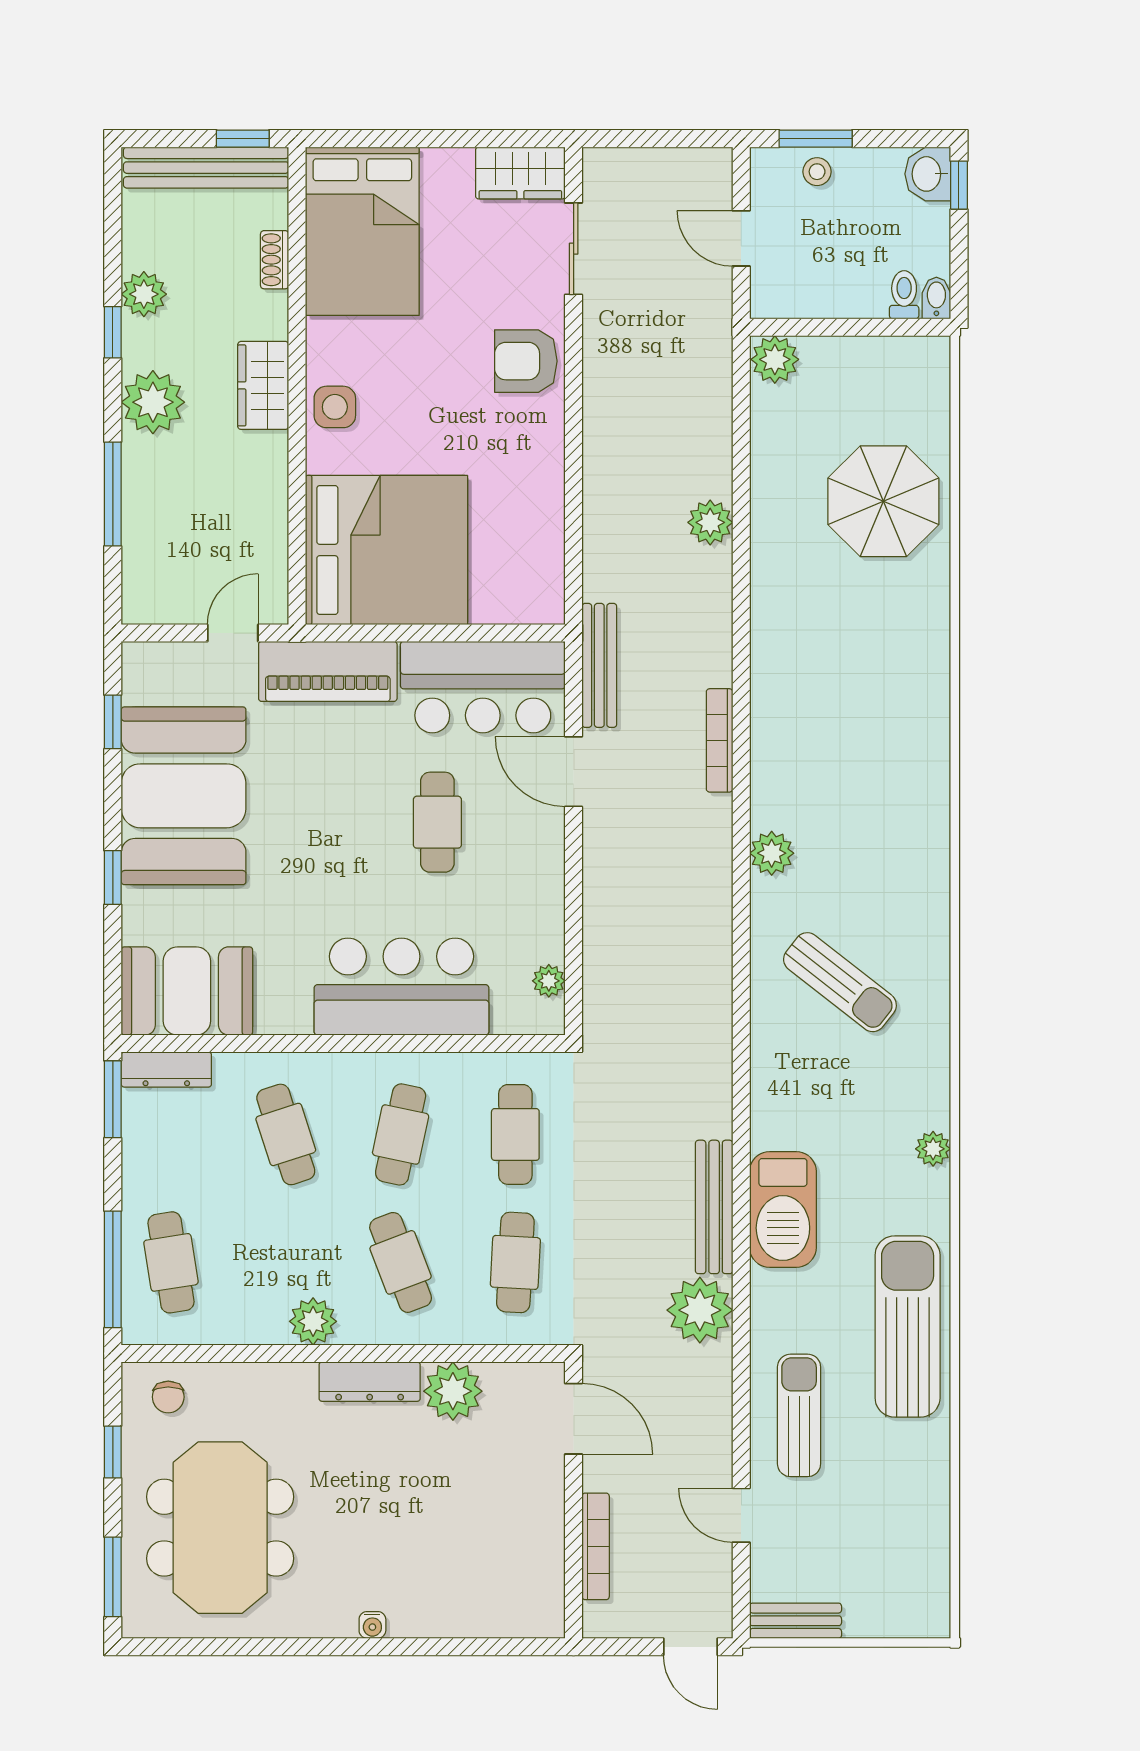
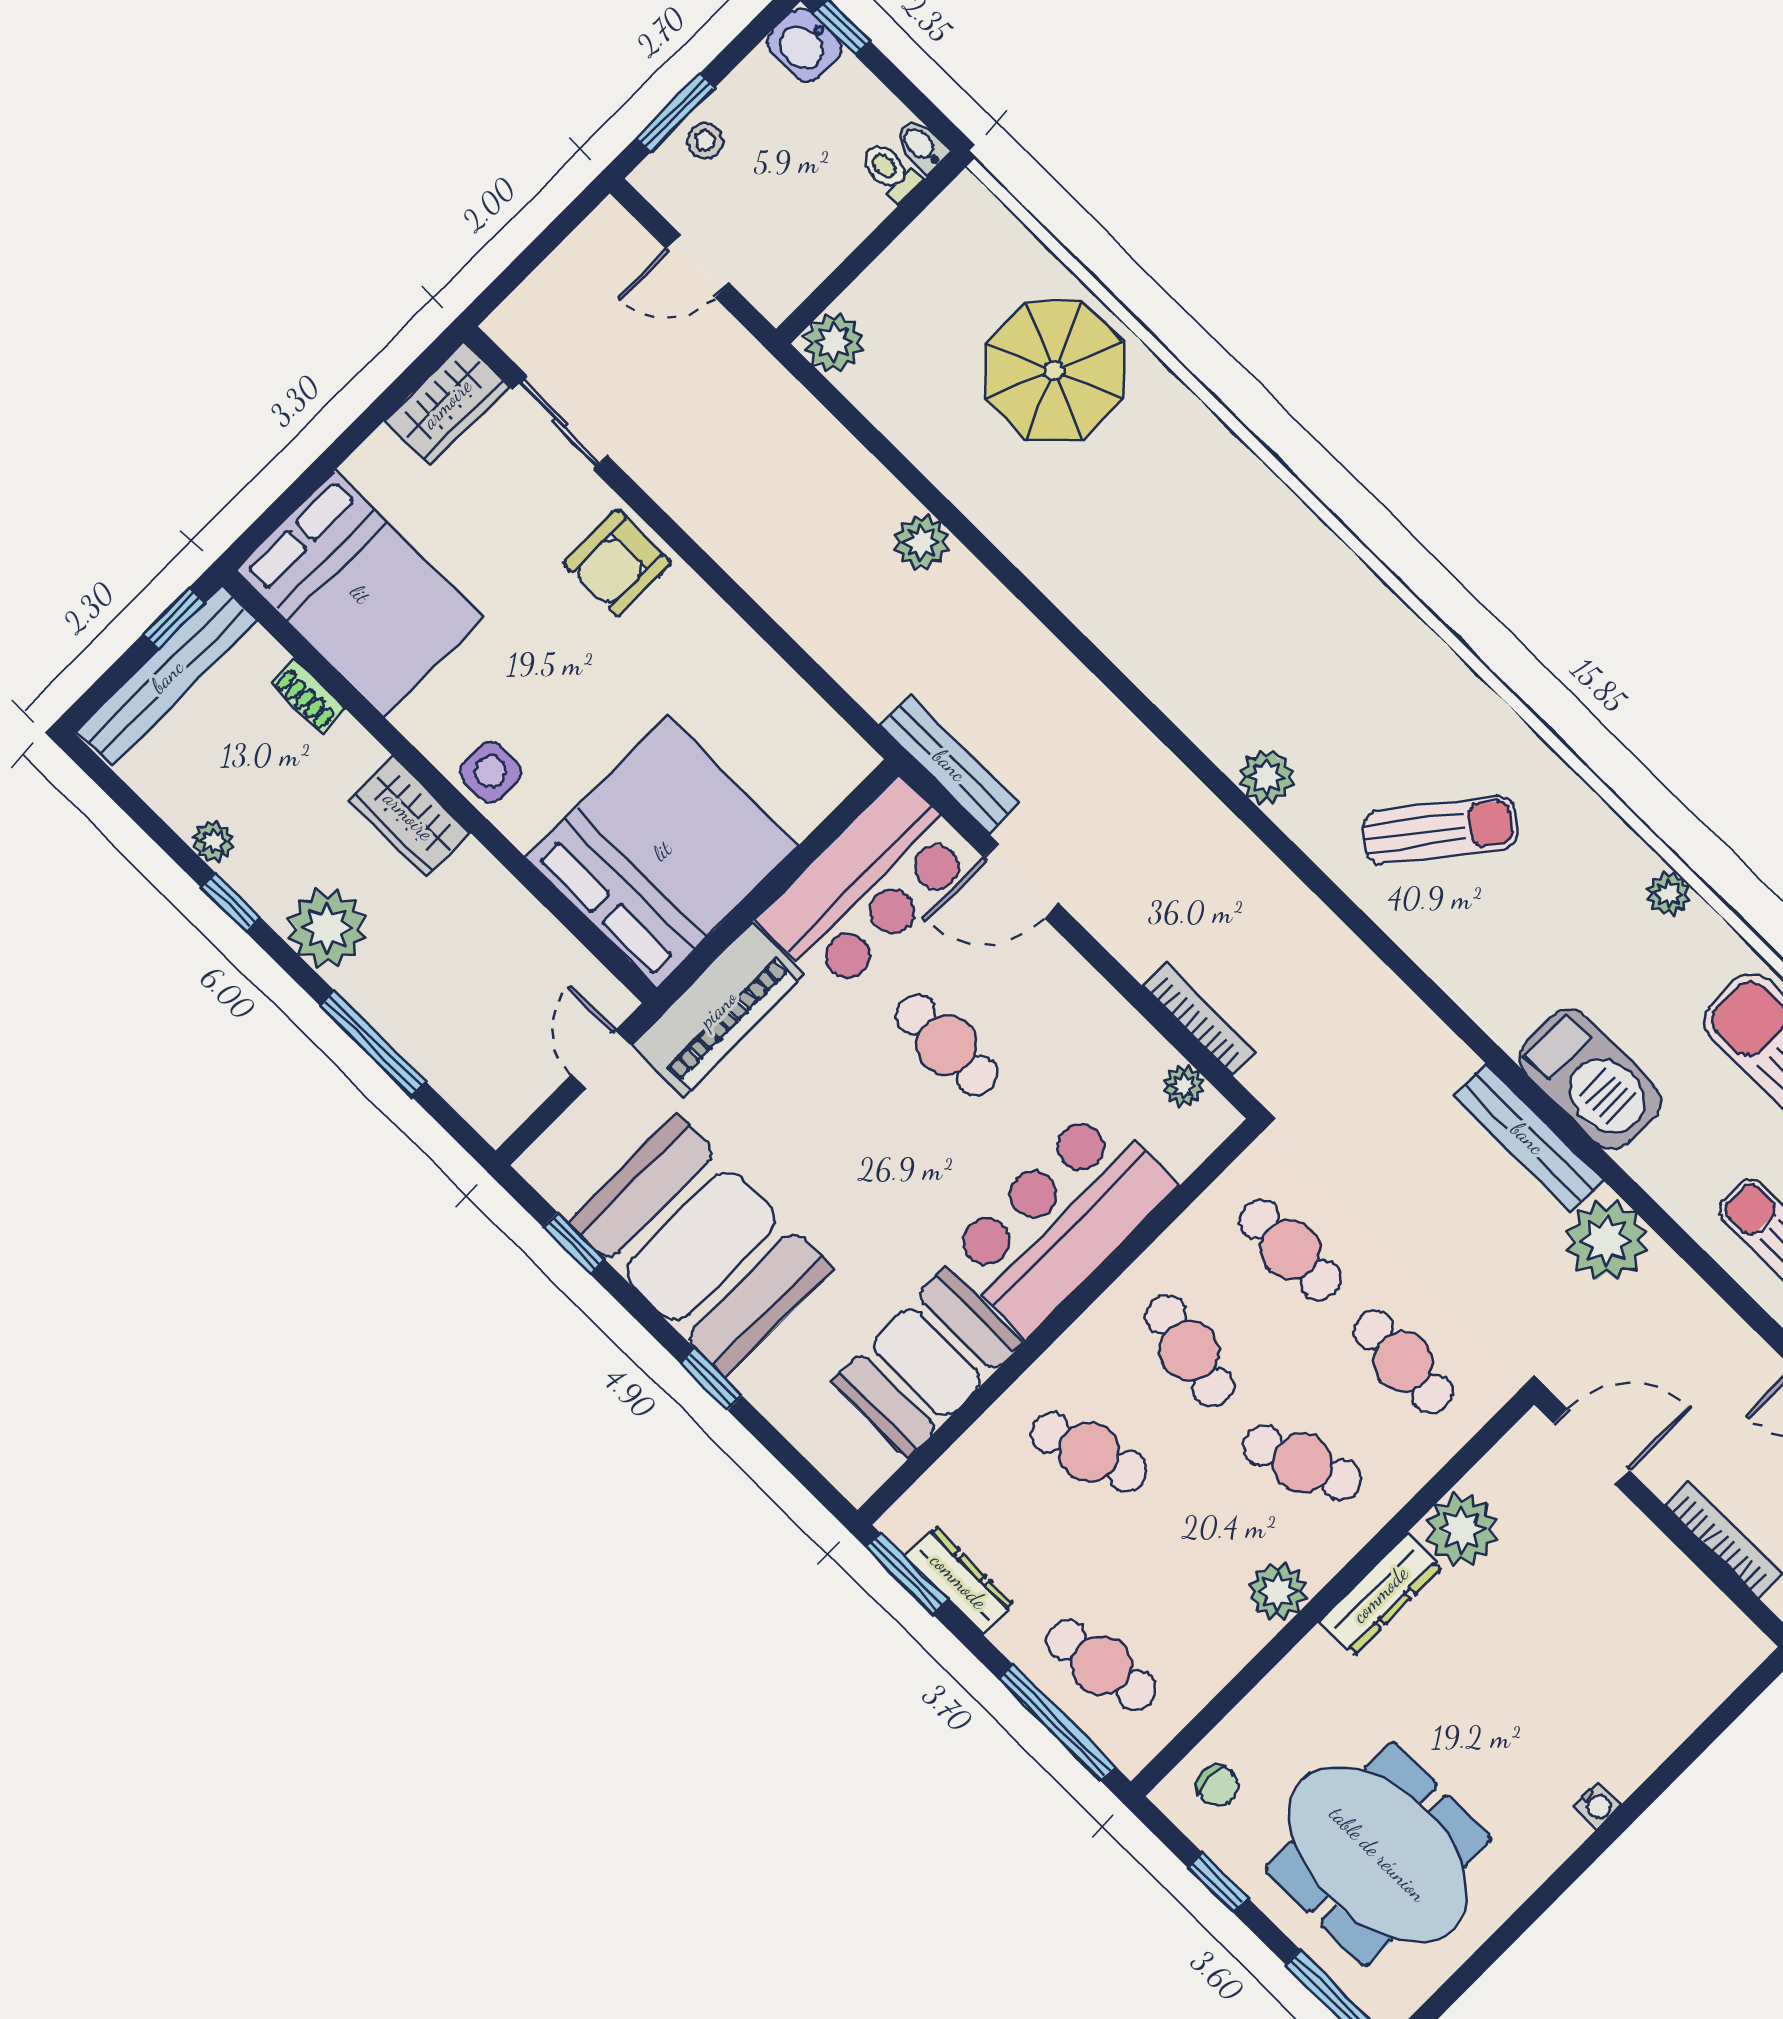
plant: (144, 294) -> (213, 841), width x0.73, depth x0.73
bookcase: (720, 740) -> (1199, 1019), moved, turned 180
booth: (187, 991) -> (927, 1362), moved
dresser: (166, 1069) -> (959, 1581), moved, turned -90

